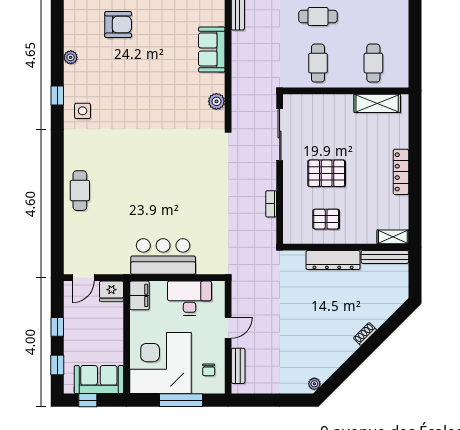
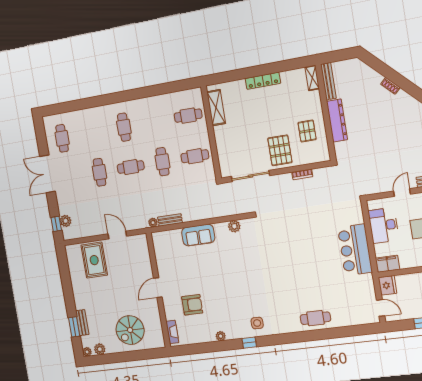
armchair: (118, 25) -> (192, 305), turned 90
pallet: (327, 173) -> (280, 150), moved
door: (228, 328) -> (402, 193), hinge flipped

